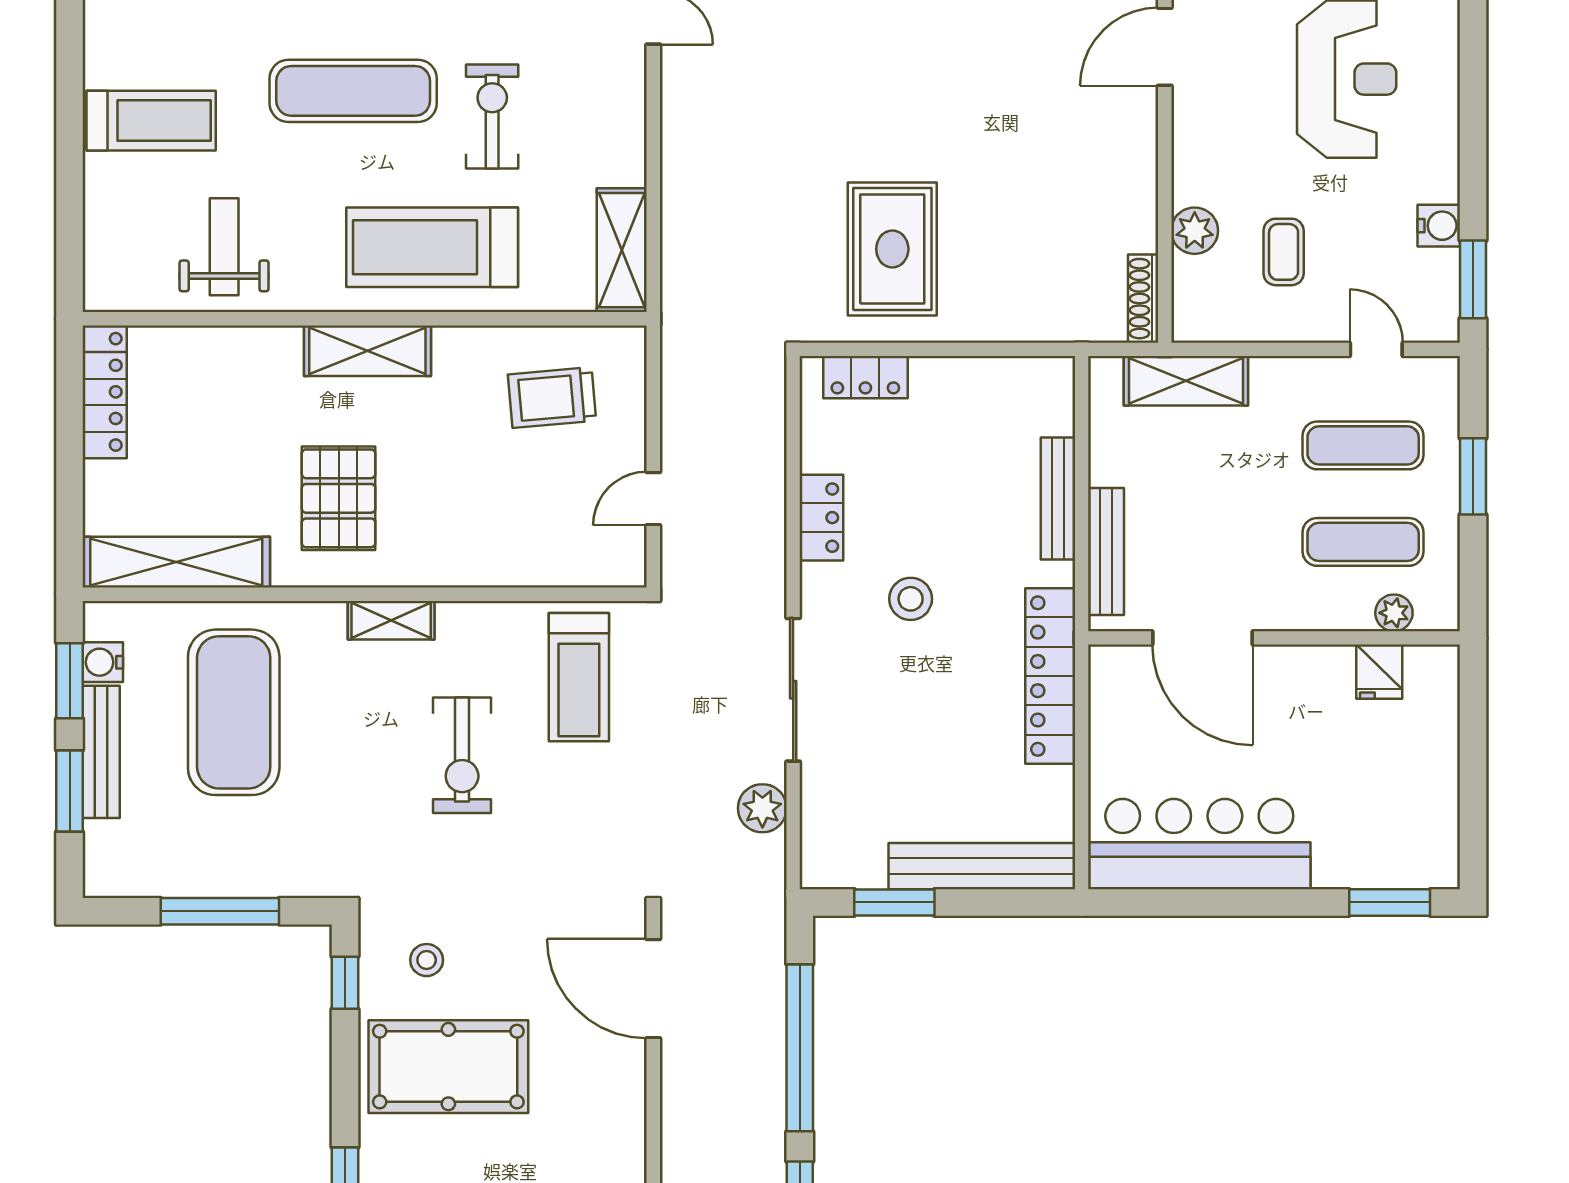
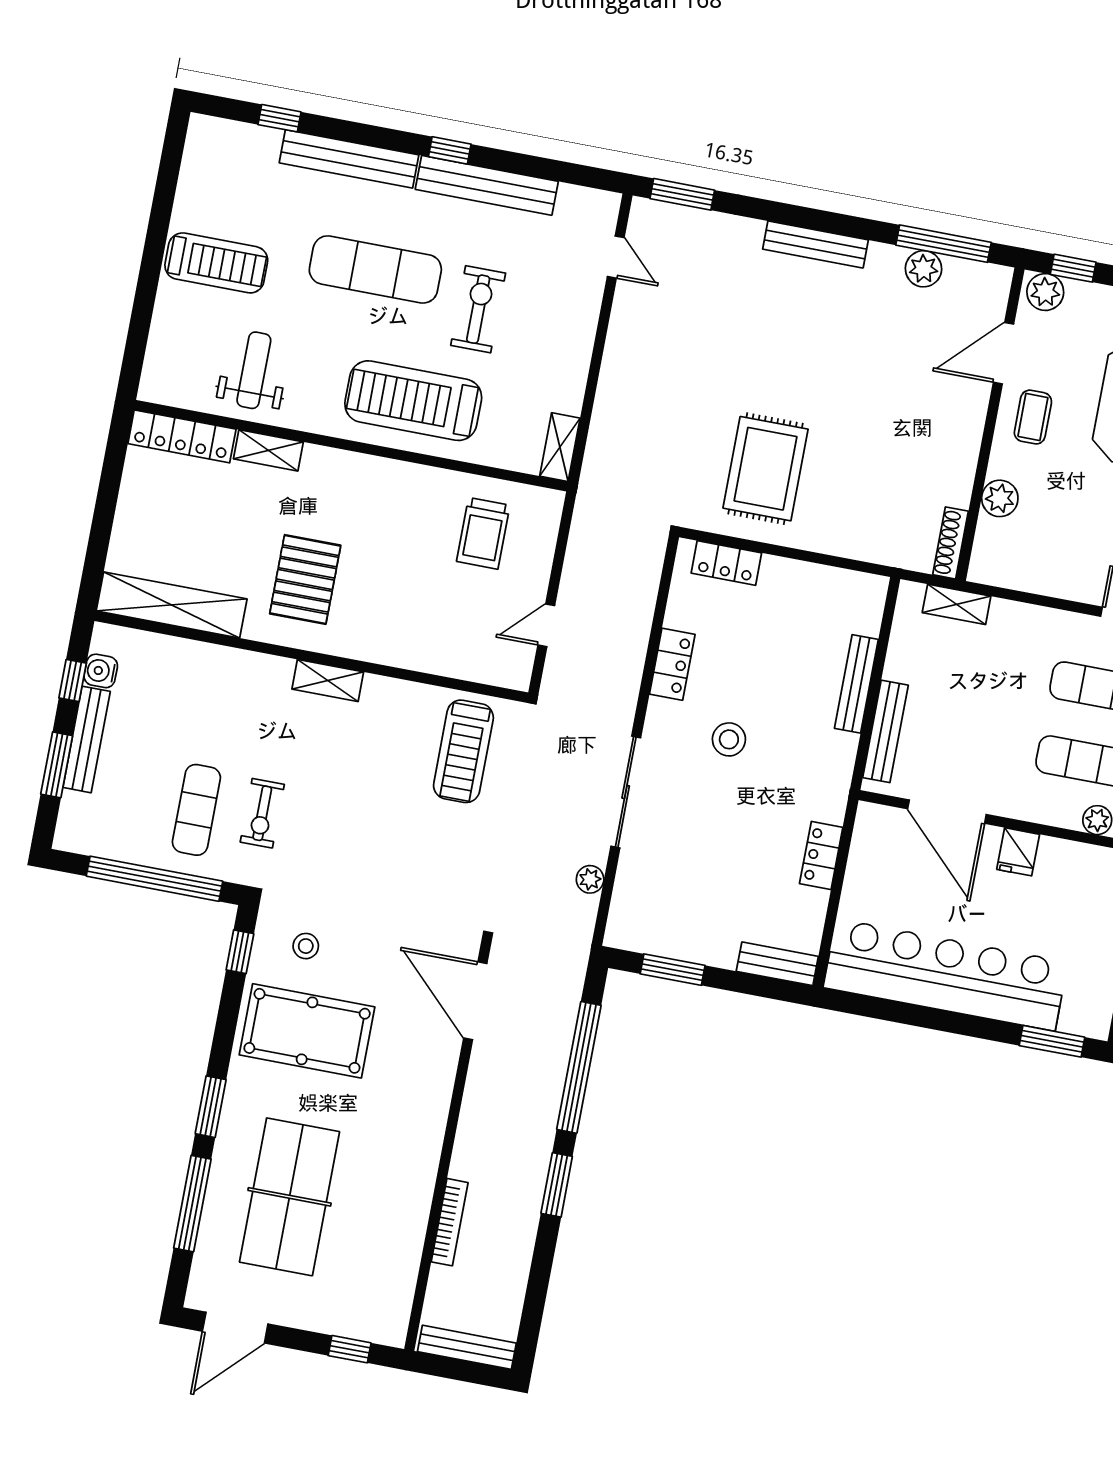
shelving: (622, 250) -> (560, 447), width x0.67, depth x0.75
coffee table: (1284, 252) -> (1033, 417), moved
shelving: (367, 351) -> (268, 450), moved, width x0.67, depth x0.75
shelving: (1186, 381) -> (957, 604), width x0.67, depth x0.75
locker: (105, 392) -> (182, 436), moved, turned 90
trolley: (552, 398) -> (483, 533), turned -85
fridge: (1379, 672) -> (1018, 852), moved
locker: (1050, 676) -> (821, 856), width x0.46, depth x0.83
window: (70, 681) -> (73, 680), width x0.67
exercise mat: (234, 712) -> (196, 810), moved, width x0.50, depth x0.69
exercise bike: (462, 755) -> (262, 813), moved, width x0.73, depth x0.72
plant: (762, 808) -> (590, 879), width x0.73, depth x0.73
bar counter: (1199, 844) -> (946, 975), width x1.36
bench: (982, 866) -> (777, 964), width x0.54, depth x0.82
window: (220, 911) -> (154, 879), width x1.46

